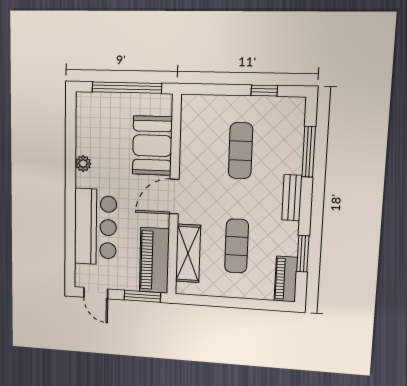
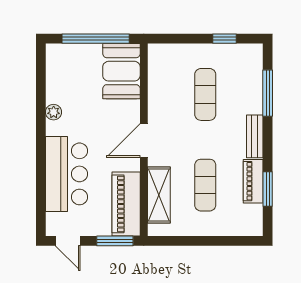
booth: (152, 146) -> (121, 71), moved
piano: (286, 279) -> (253, 181), moved

